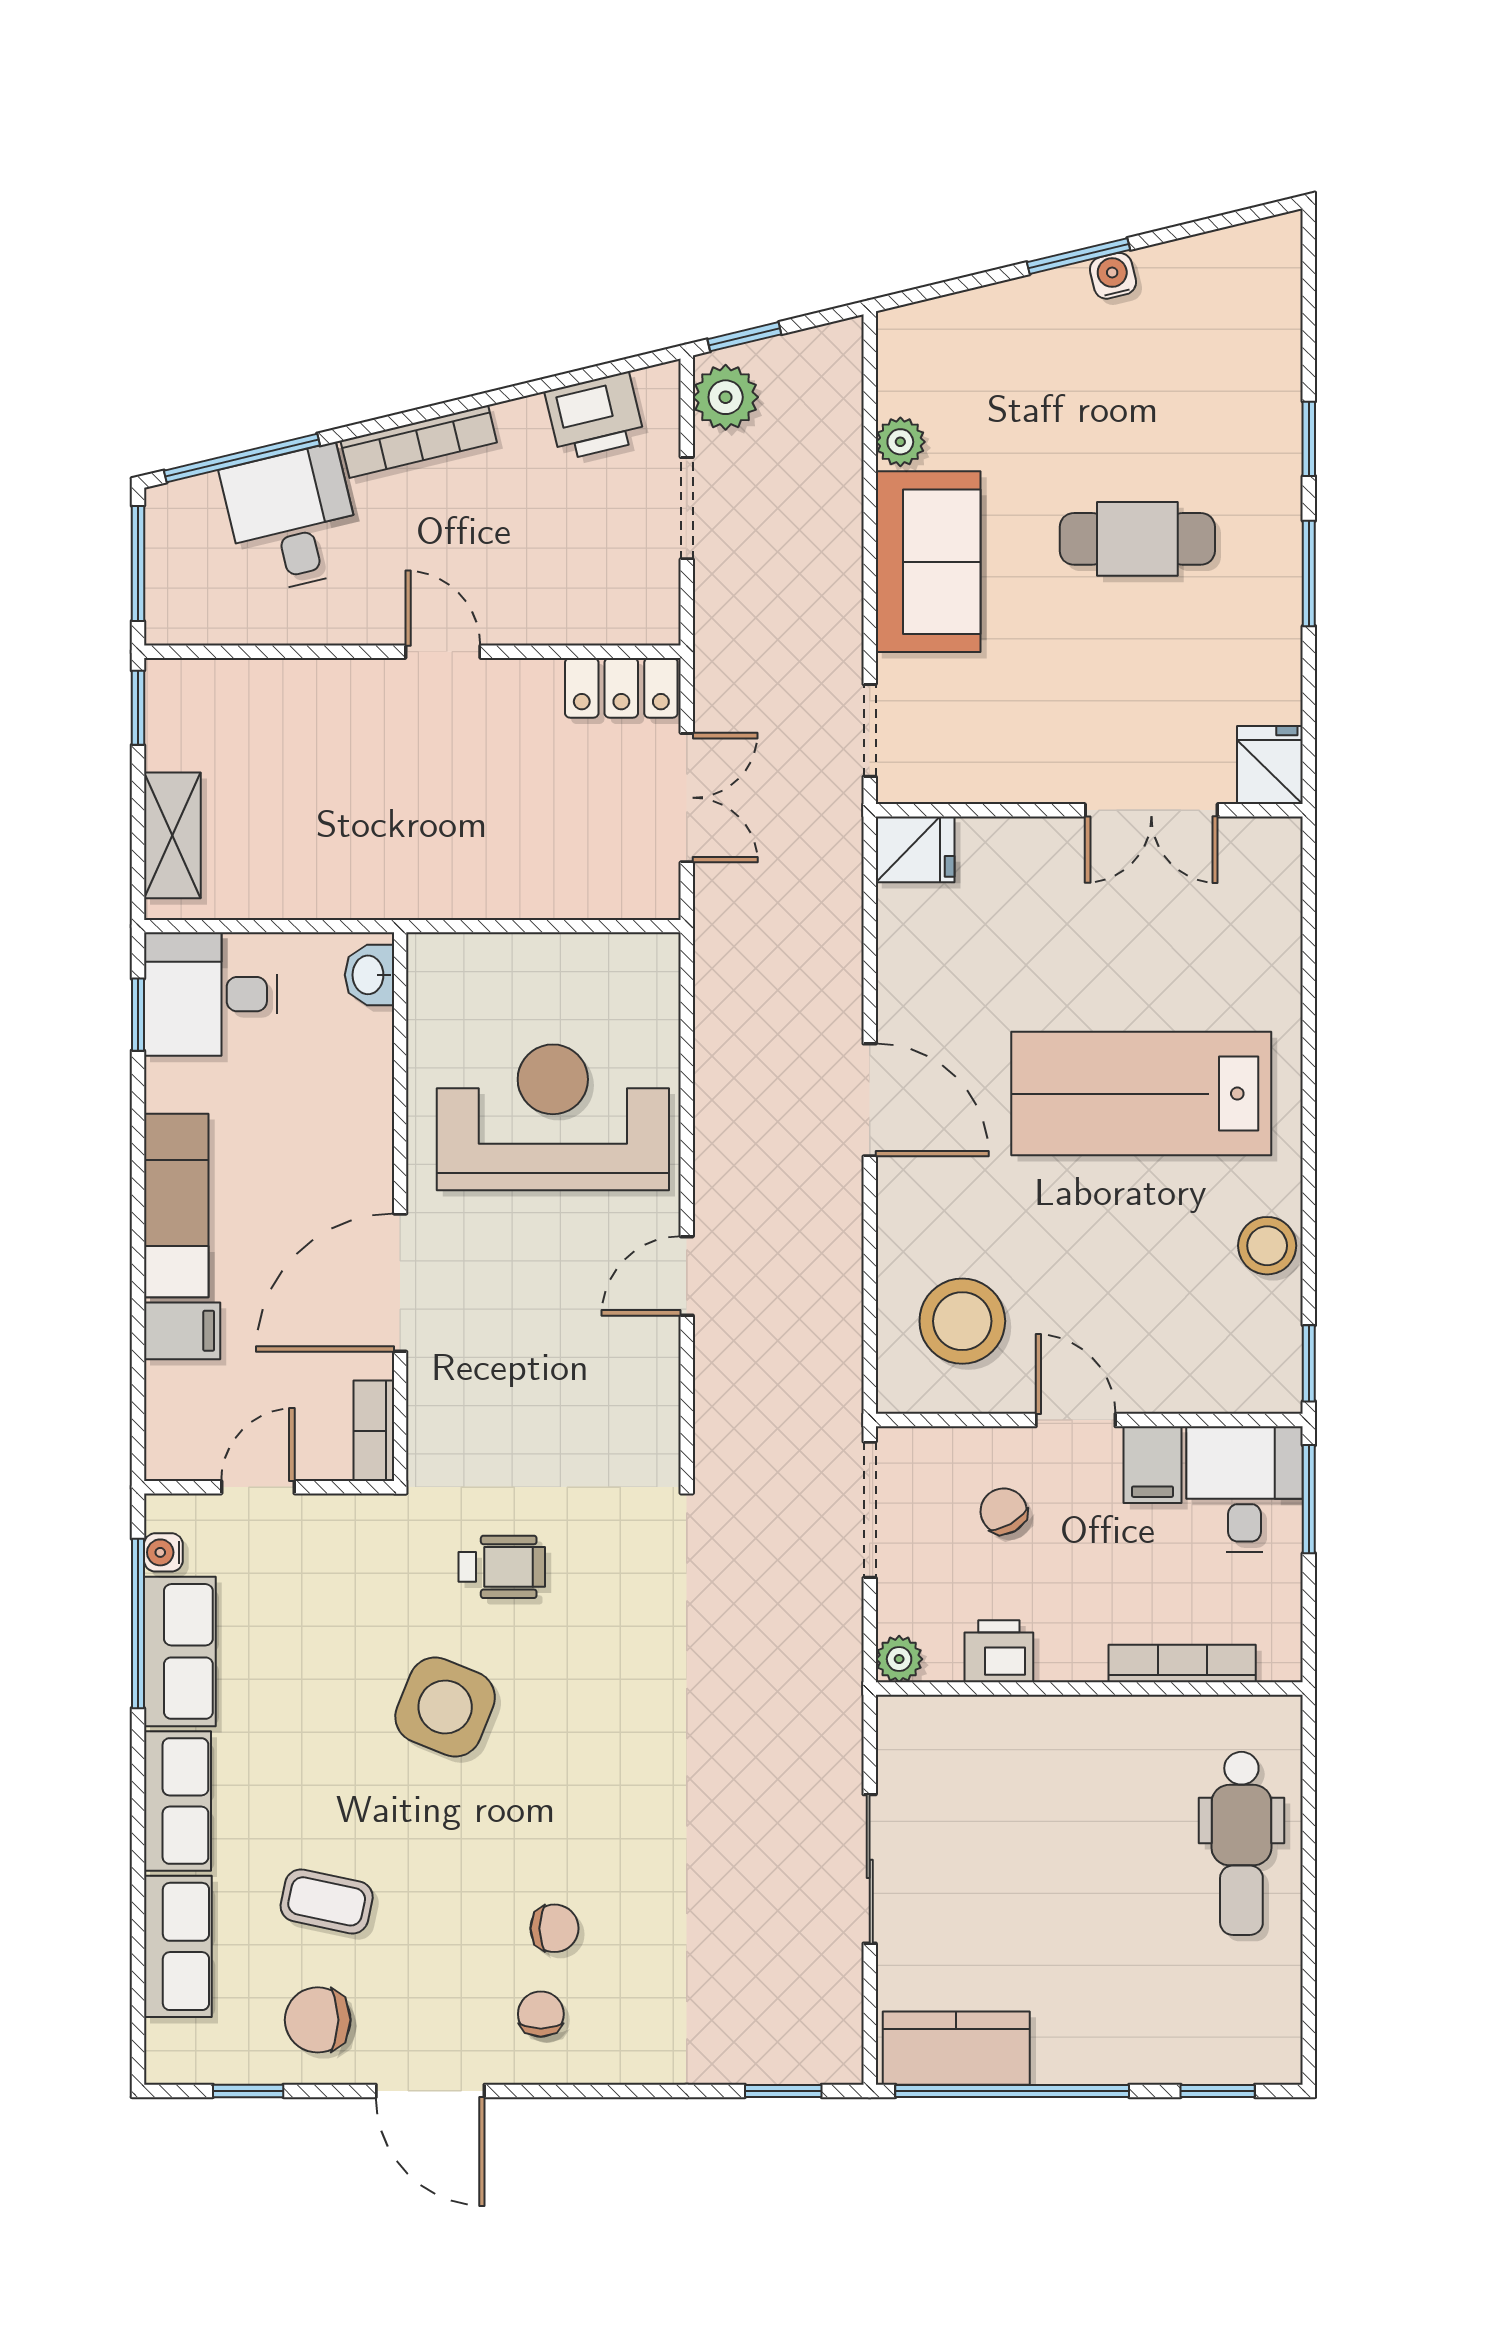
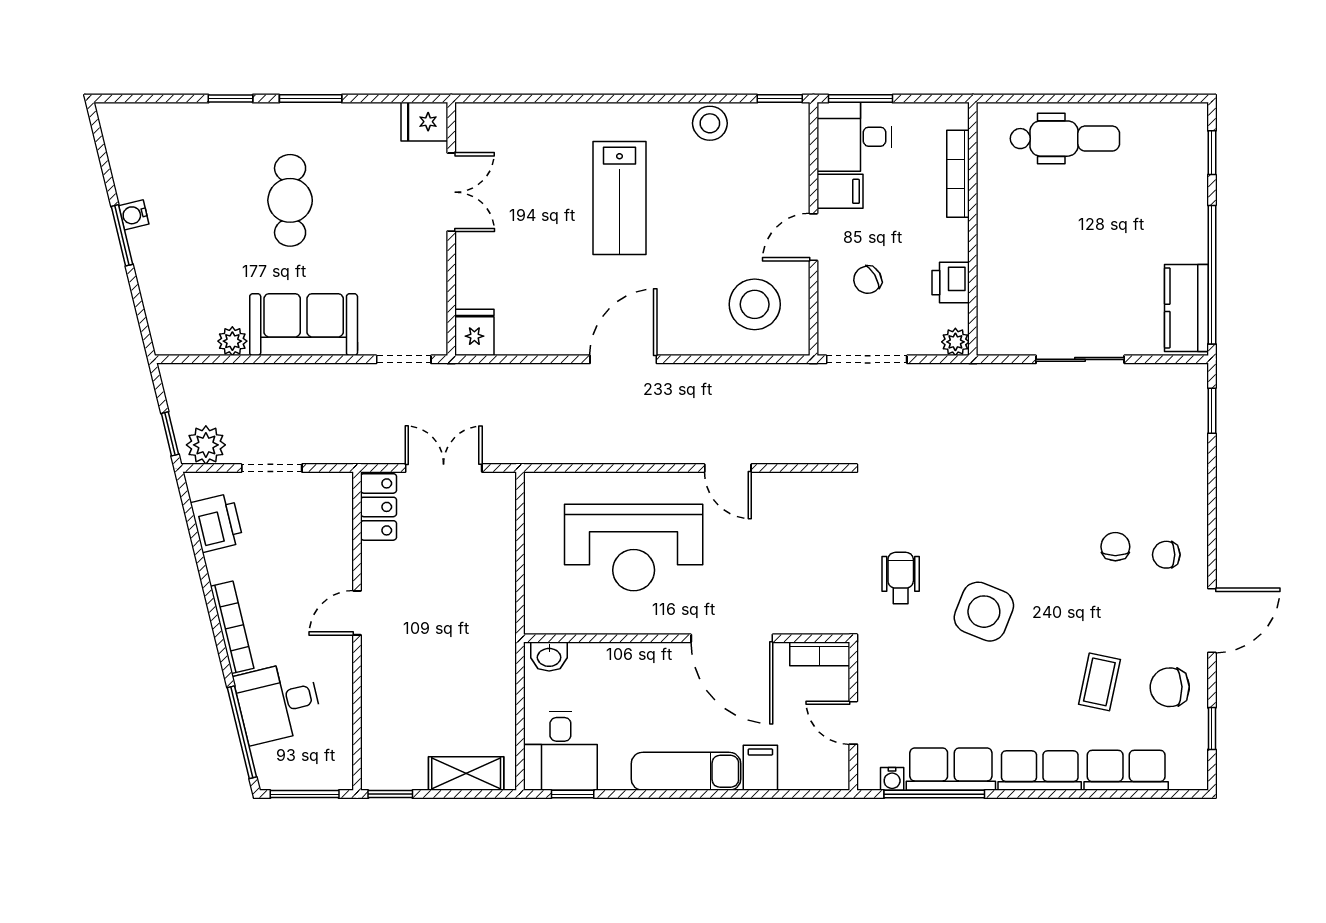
lab bench: (1141, 1094) -> (620, 198), width x0.73, depth x0.72
reception desk: (553, 1117) -> (634, 548), turned -90
chair: (318, 2020) -> (1170, 687), turned 88

